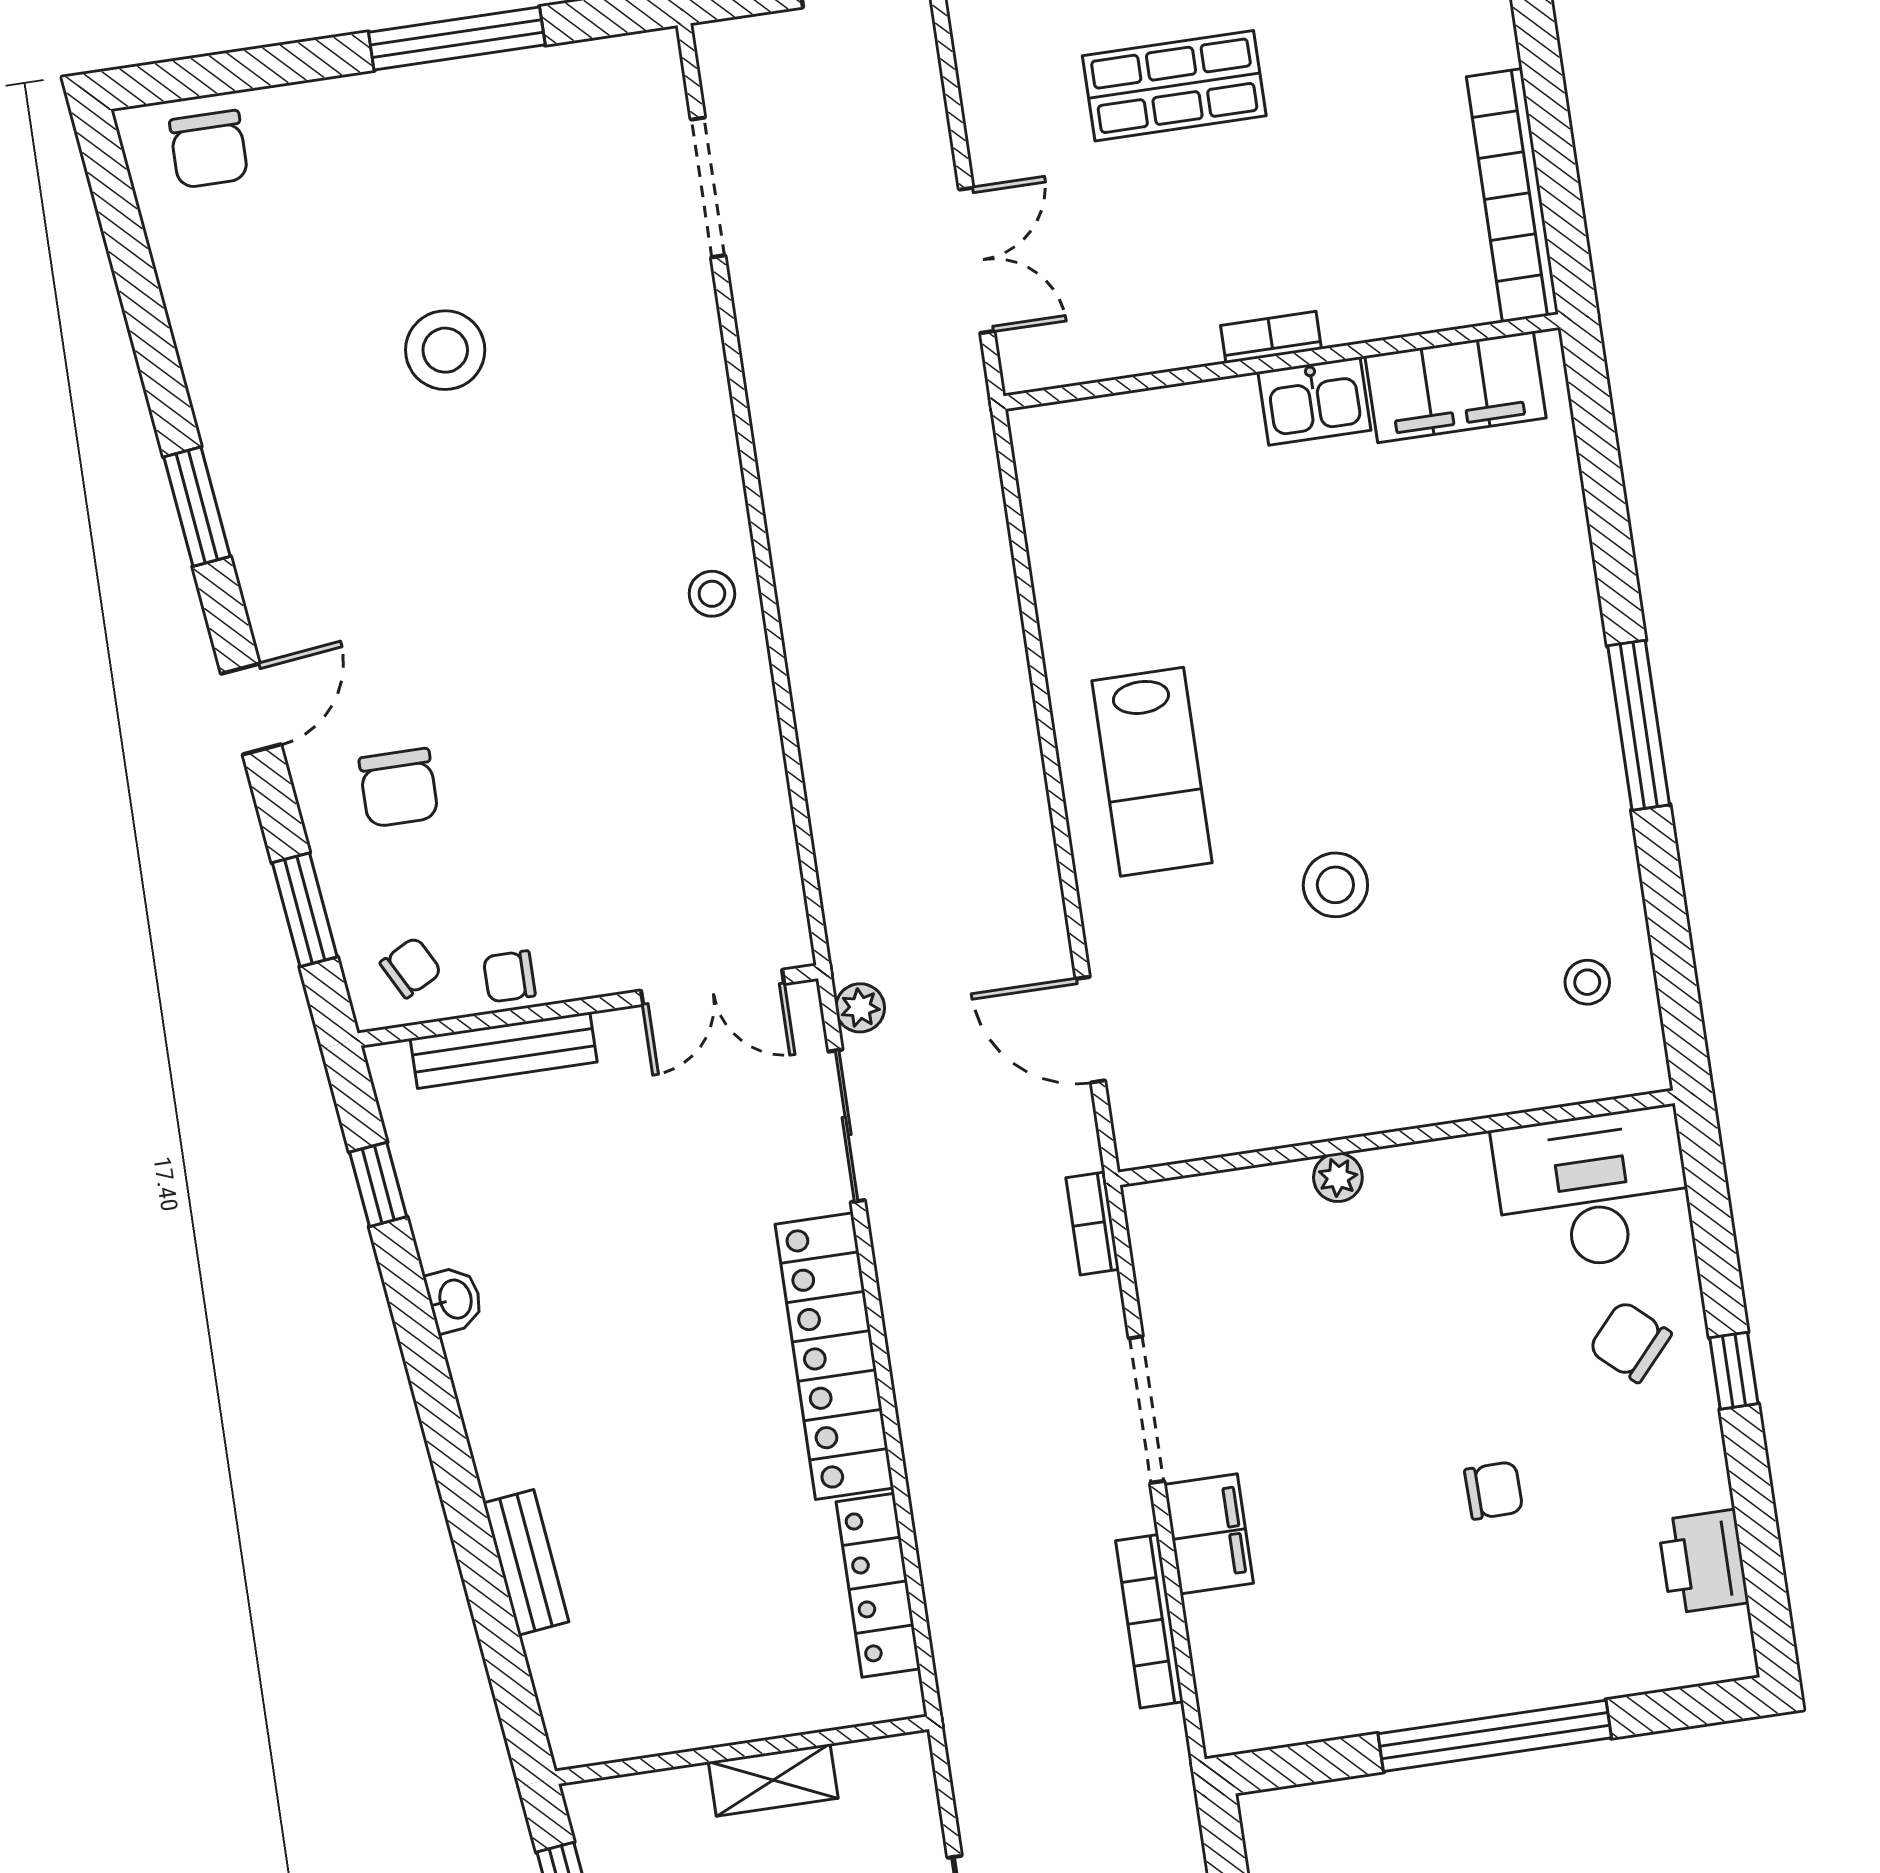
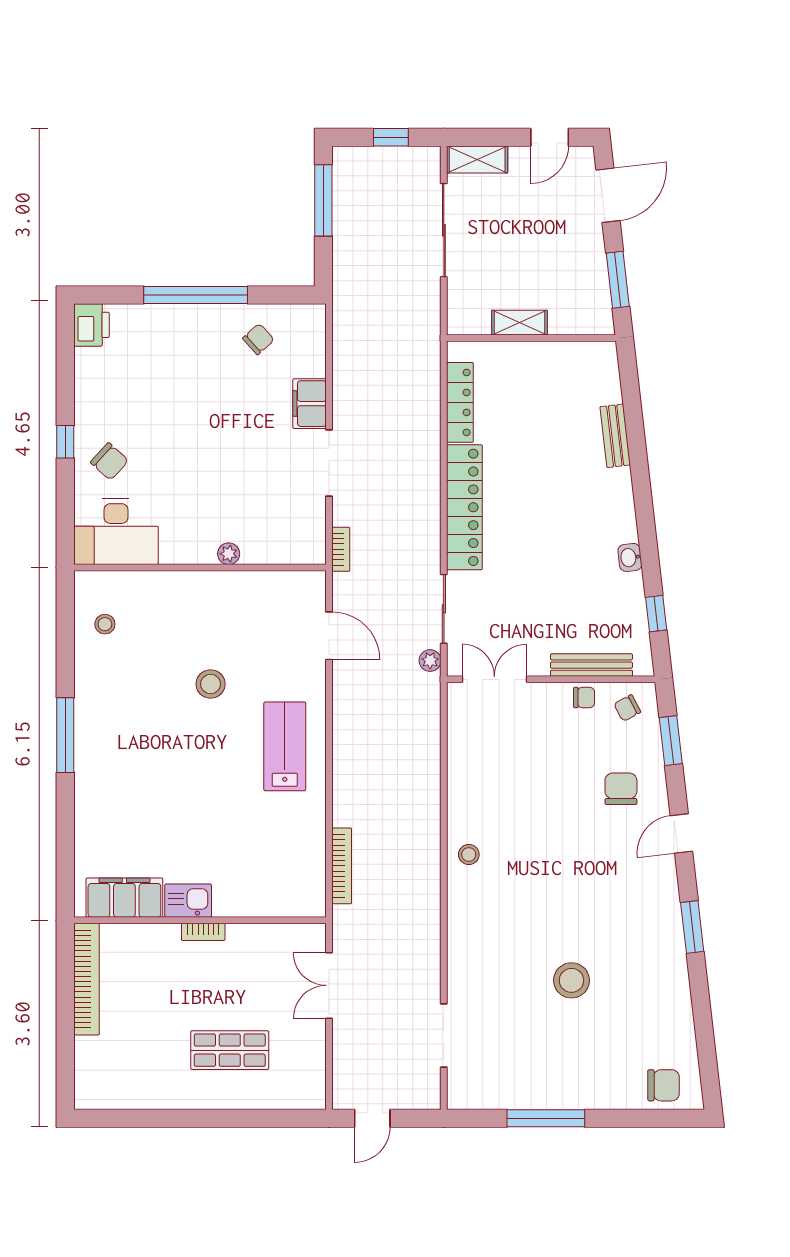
chair: (209, 149) -> (664, 1085), turned 90
chair: (1494, 1490) -> (258, 339), moved, turned 139
printer: (1703, 1562) -> (91, 325), moved
bookcase: (1149, 1621) -> (342, 866), moved

